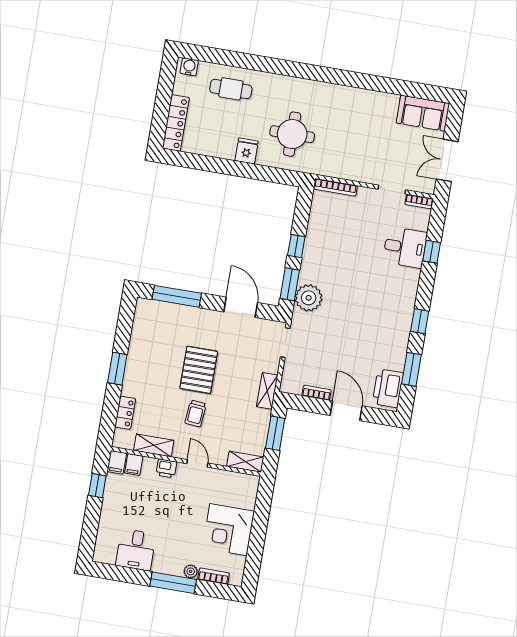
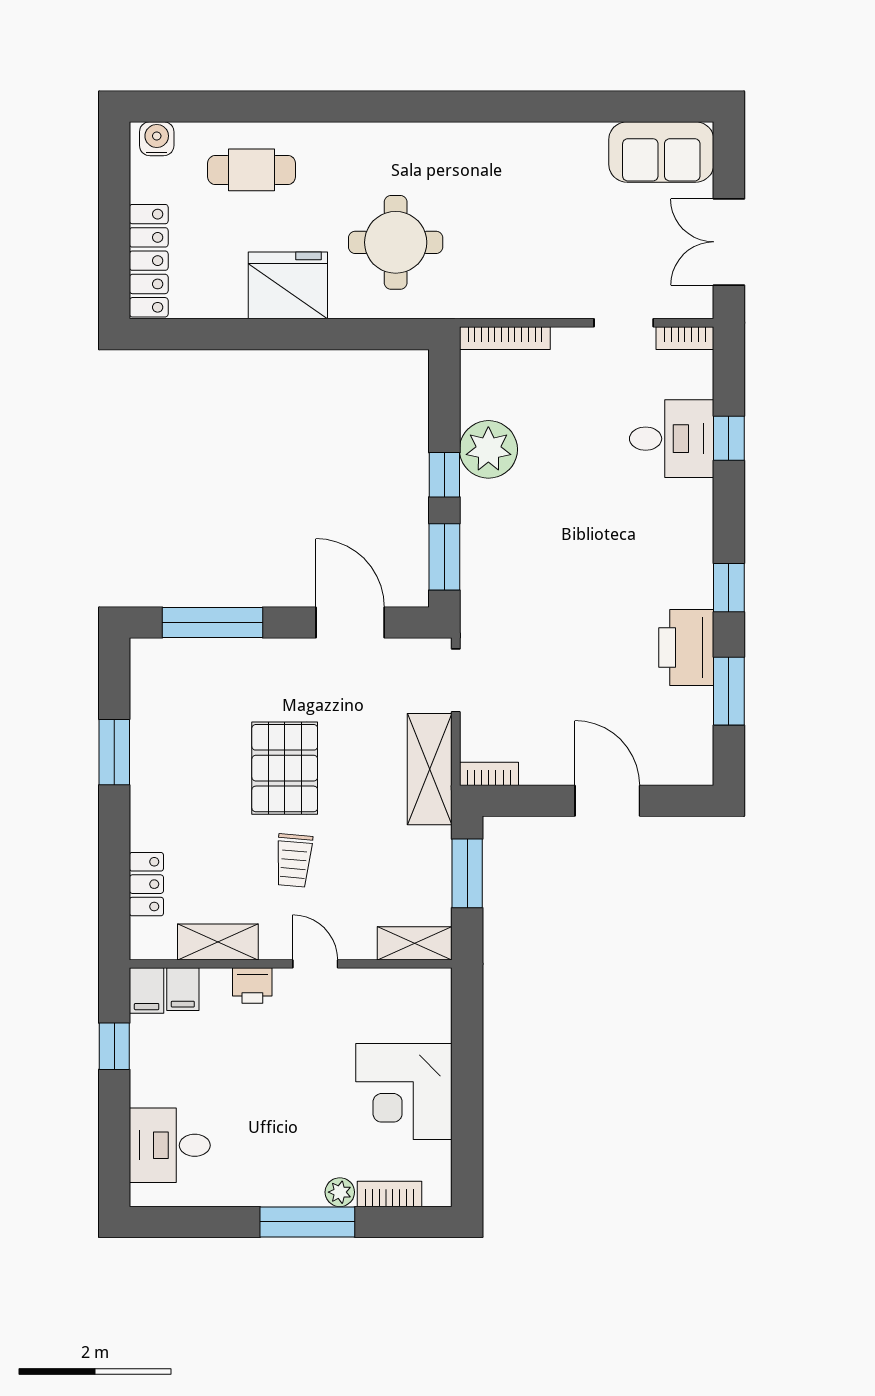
fridge: (247, 151) -> (288, 285), width x1.88, depth x1.34
plant: (309, 298) -> (488, 449), moved
window: (117, 369) -> (114, 752), moved
printer: (388, 388) -> (686, 648), moved
shelving: (267, 391) -> (430, 769), width x1.50, depth x1.33
bookcase: (317, 393) -> (489, 774), moved
desk: (136, 550) -> (170, 1145), moved, turned 90

